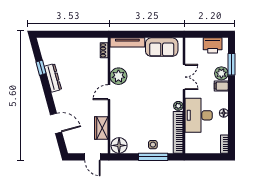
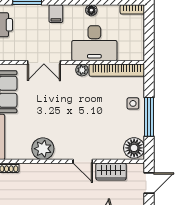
plant: (221, 73) -> (39, 13), removed
double door: (184, 77) -> (44, 62), swing flipped
door: (109, 92) -> (83, 161), moved
window: (153, 157) -> (149, 117), moved

